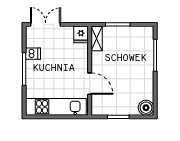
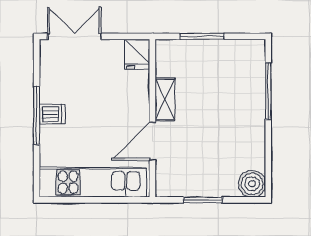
shelving: (97, 39) -> (165, 99), moved
dishwasher: (33, 54) -> (52, 114), moved
door: (90, 84) -> (152, 141), swing flipped

